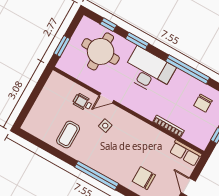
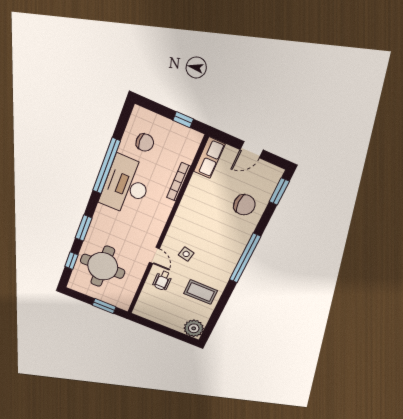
desk: (149, 71) -> (126, 186), moved
plant: (32, 125) -> (194, 328), added
chair: (144, 178) -> (244, 205), turned -90

